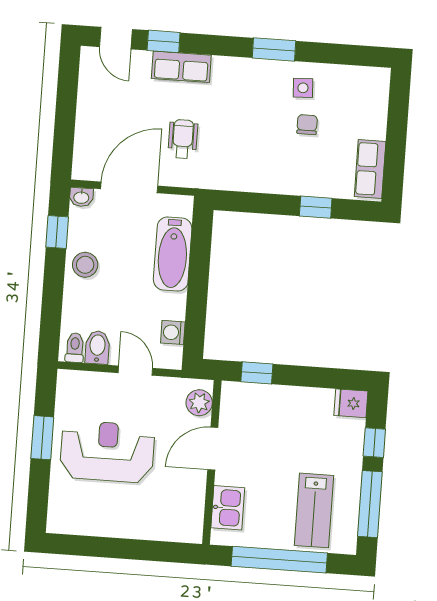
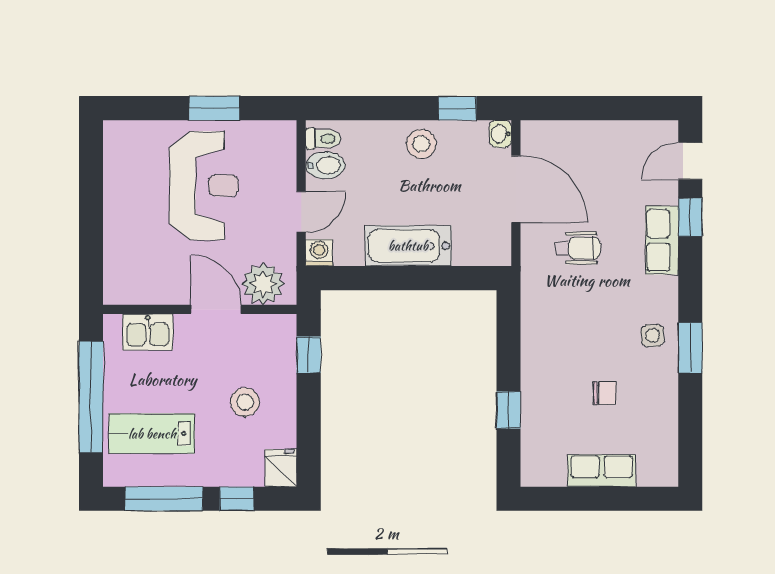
side table: (303, 88) -> (653, 335), moved
row of seats: (370, 169) -> (602, 471), moved
bathtub: (173, 254) -> (408, 246), moved
washing machine: (173, 332) -> (319, 253), moved
plant: (199, 403) -> (263, 284), width x1.36, depth x1.36
stool: (293, 430) -> (245, 402), added

